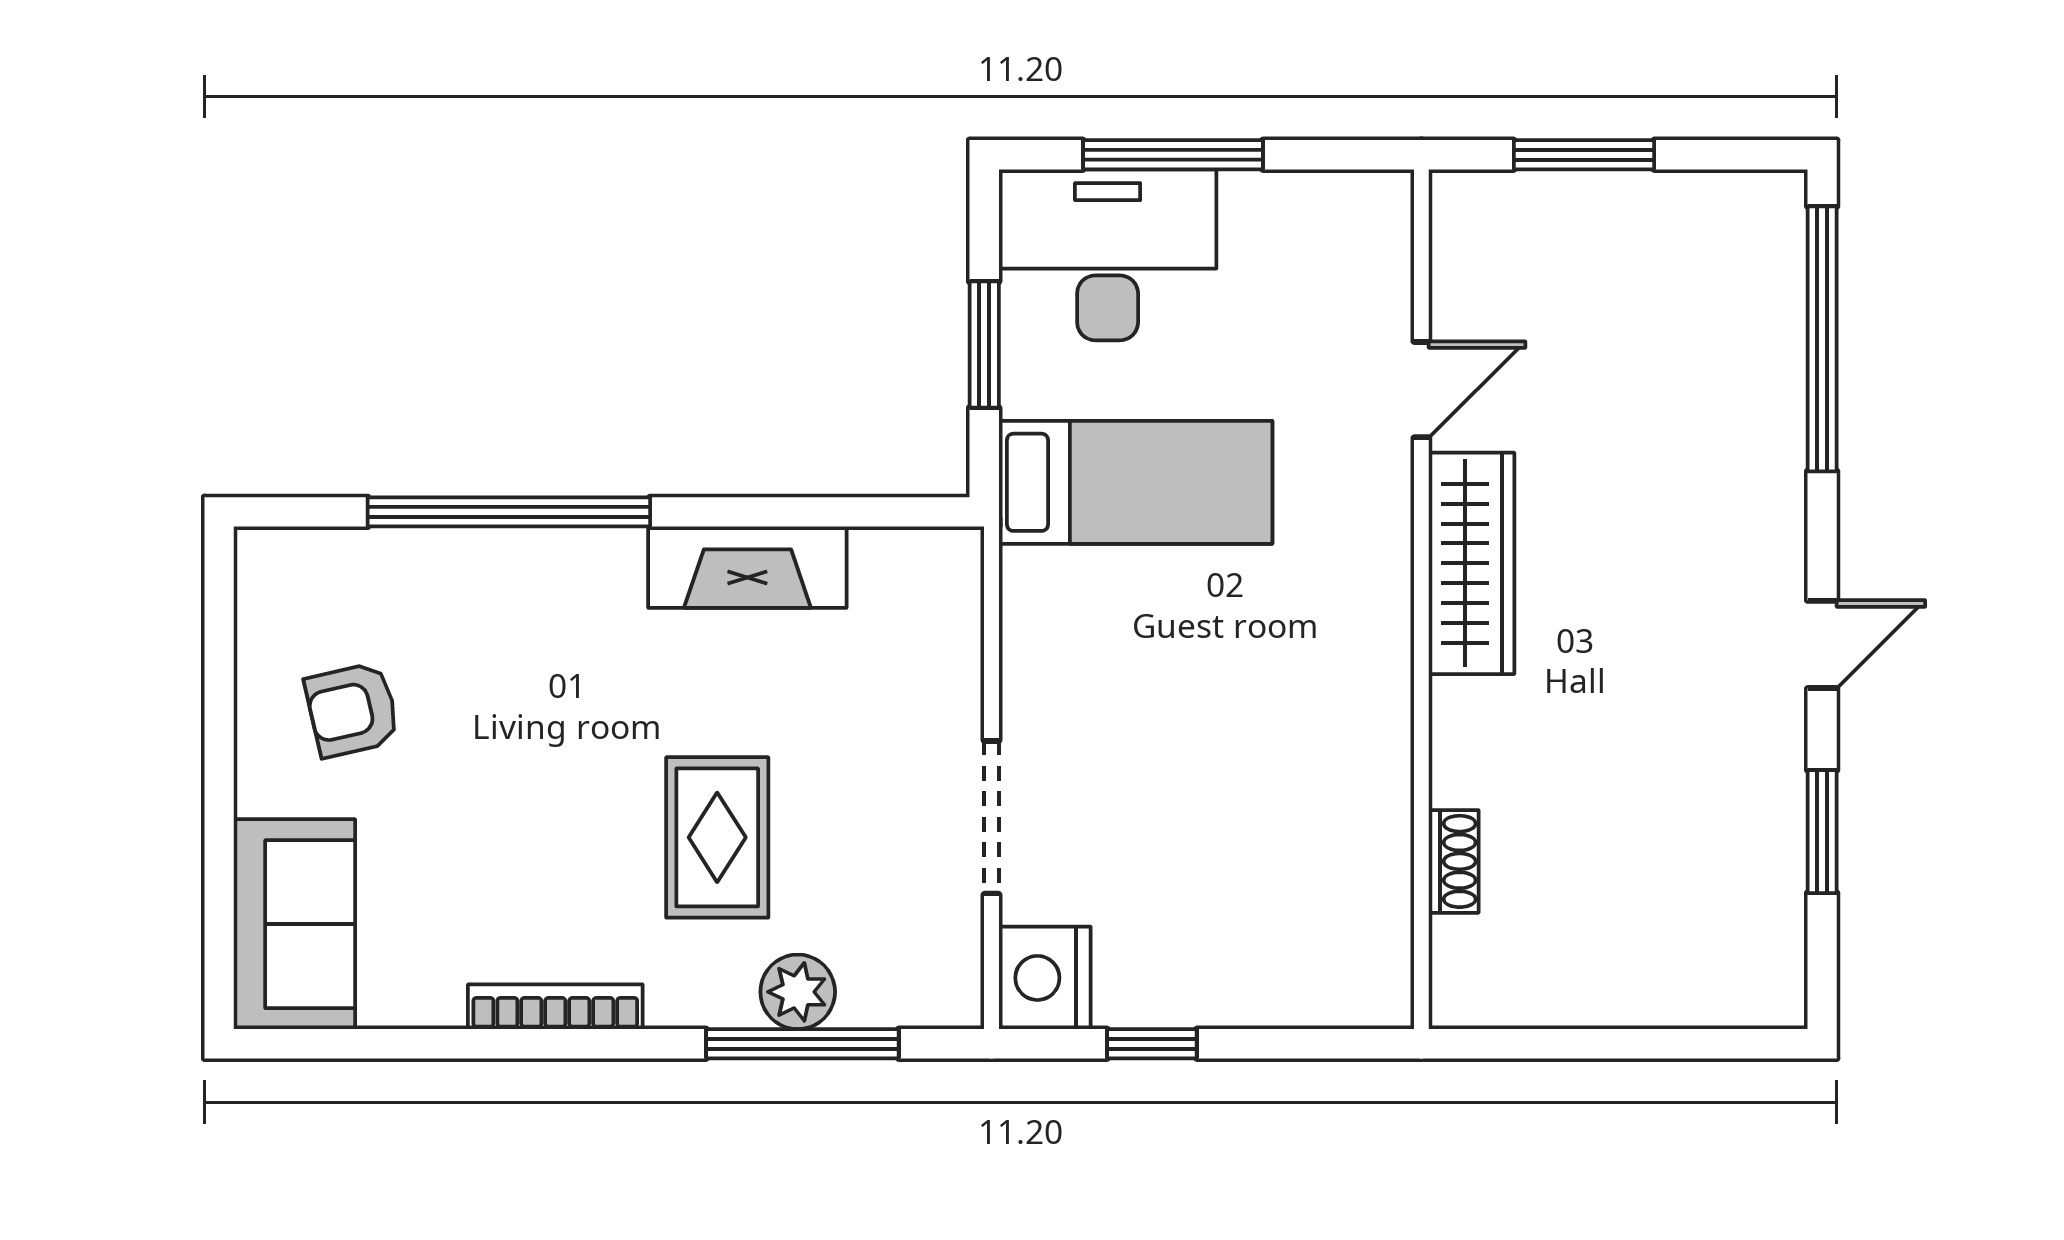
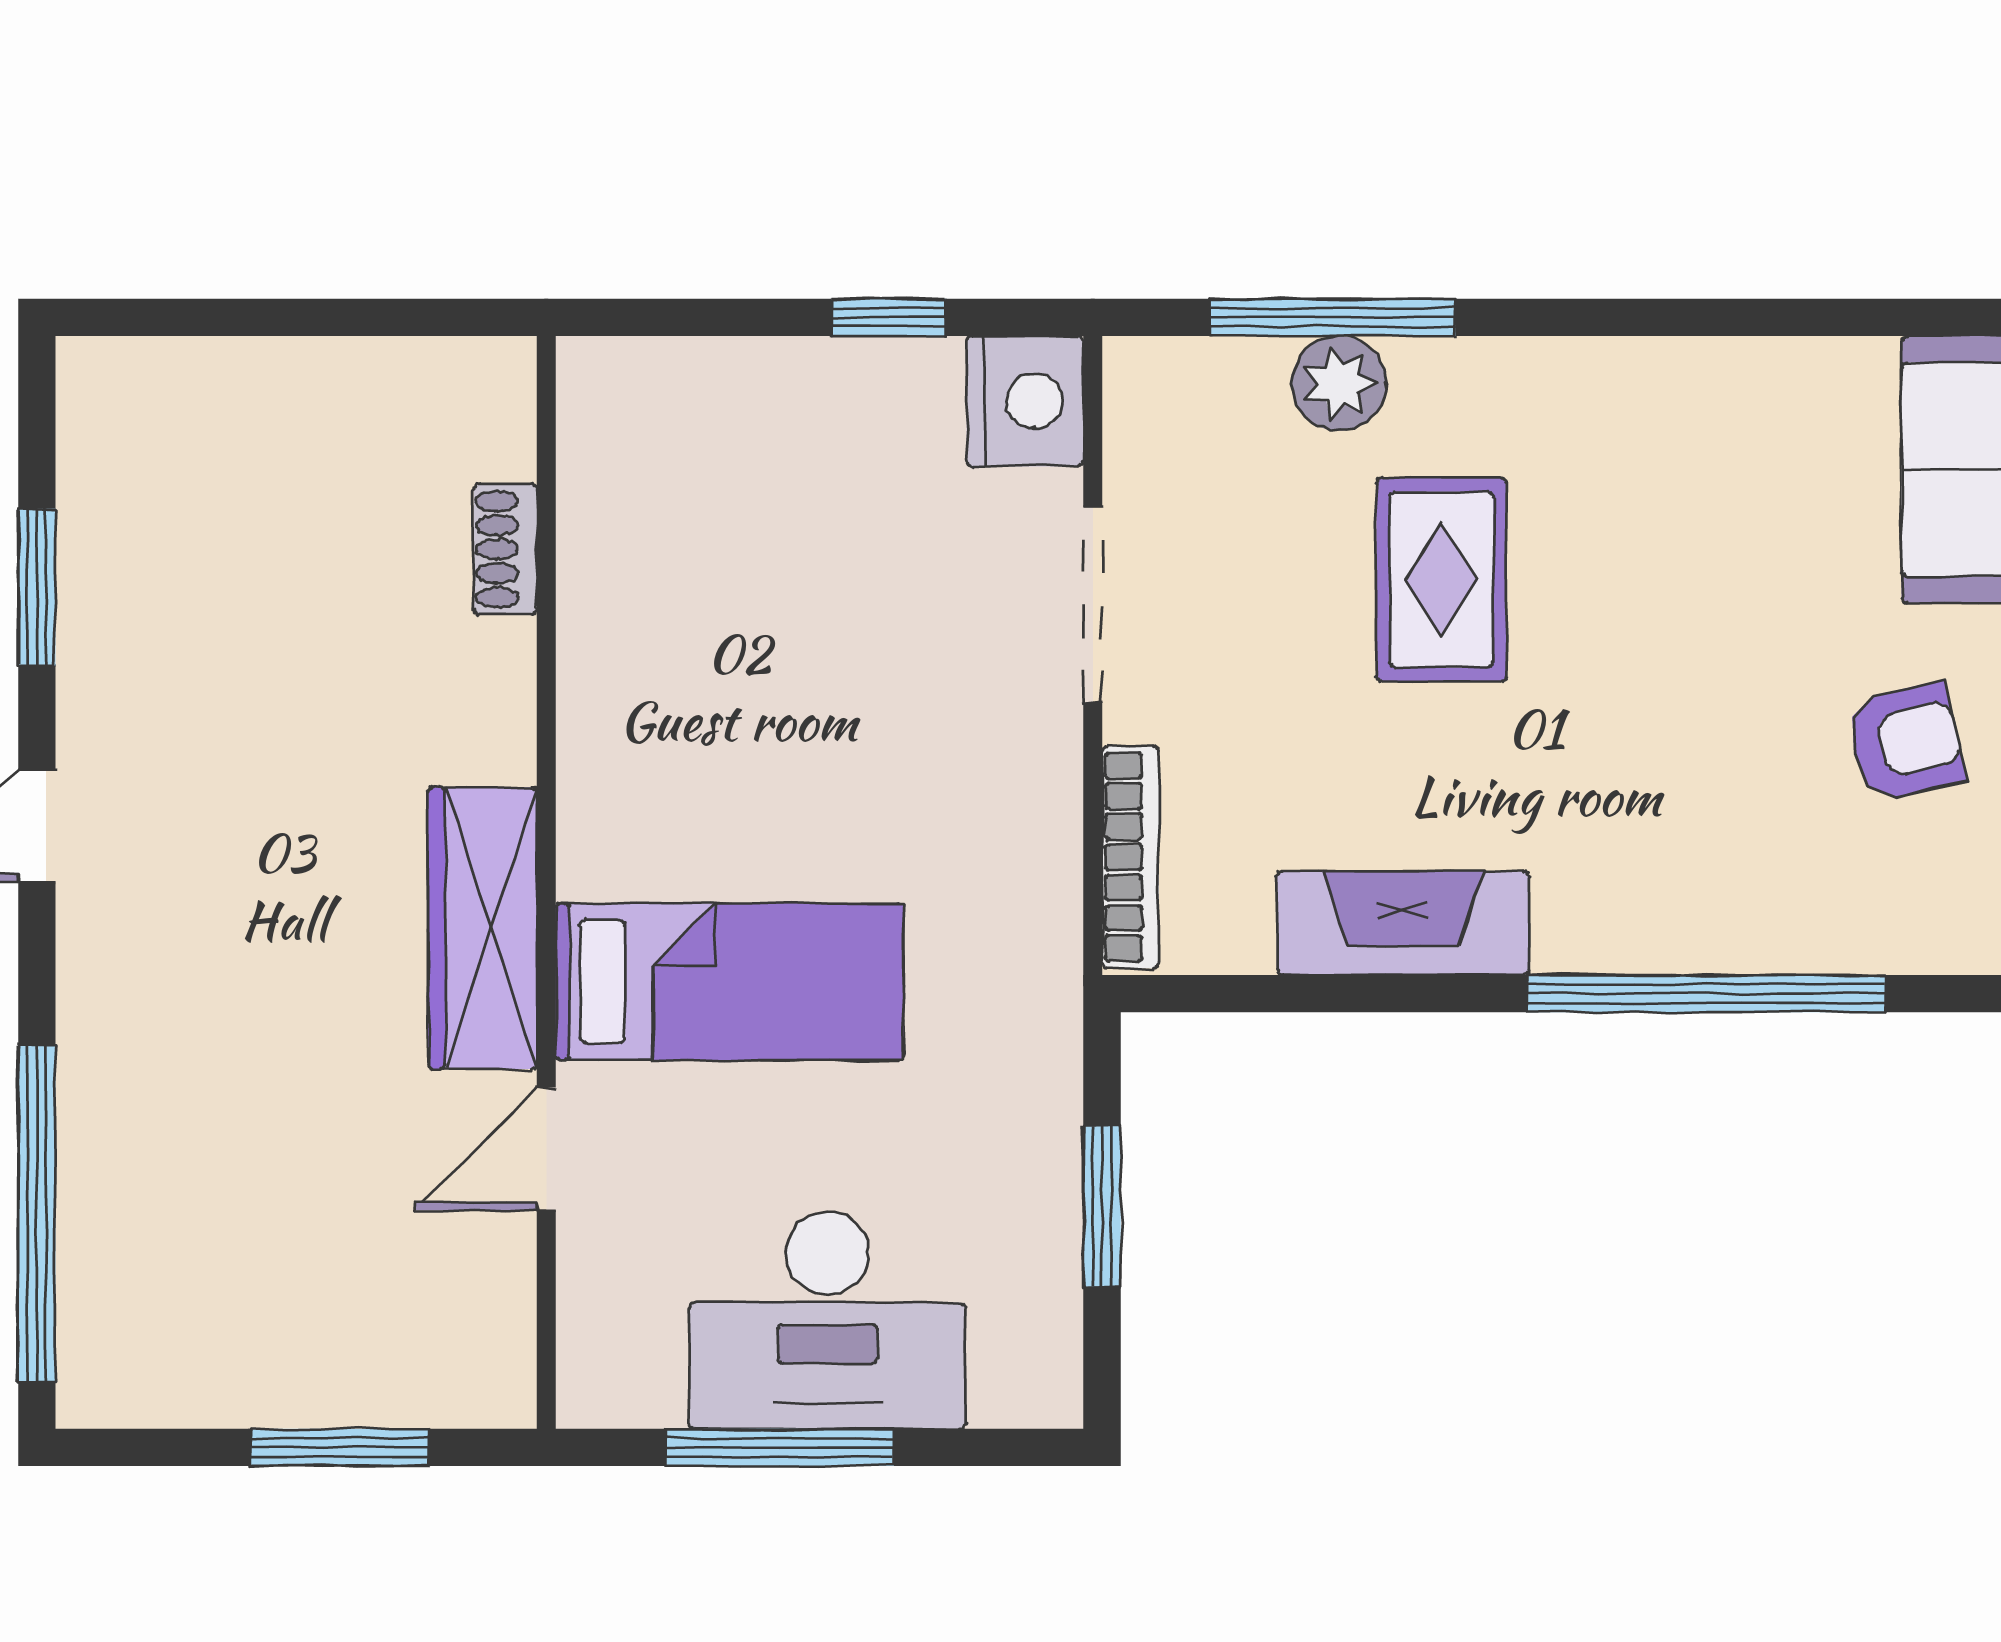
window: (1173, 155) -> (779, 1447), moved
desk: (1108, 255) -> (827, 1320), moved
bed: (1136, 482) -> (729, 982), moved, turned 180
bookcase: (555, 1007) -> (1130, 857), moved, turned -90

